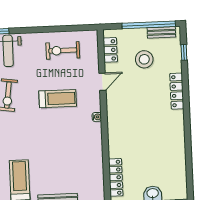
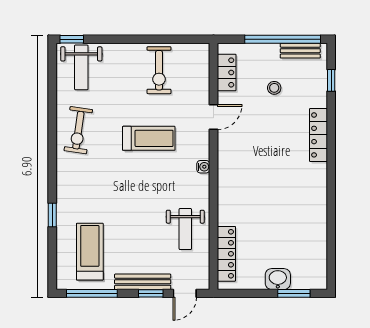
exercise bike: (63, 50) -> (159, 70), turned -90
stool: (144, 59) -> (274, 88), width x0.53, depth x0.53
weight bench: (86, 161) -> (185, 229), added

